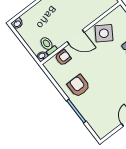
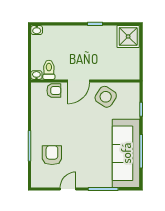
door: (76, 37) -> (79, 81), hinge flipped
armchair: (79, 86) -> (52, 155), moved

